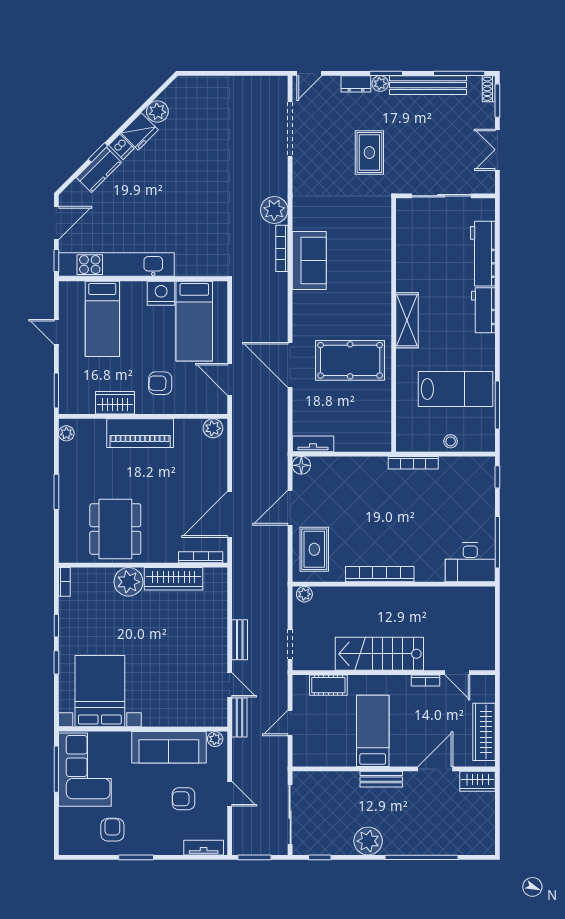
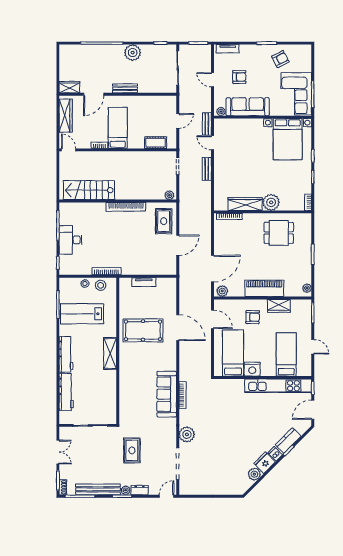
plant: (274, 210) -> (187, 434), moved
sofa: (309, 260) -> (167, 394), width x1.36
workbench: (483, 310) -> (66, 354), width x1.38
stool: (423, 438) -> (101, 285), added
tv unit: (313, 444) -> (144, 282), moved
floor lamp: (301, 465) -> (171, 270), removed
door: (230, 514) -> (213, 269), moved
dining table: (115, 529) -> (279, 233), width x0.73
desk: (470, 562) -> (70, 240), moved, turned -90
stairs: (379, 654) -> (89, 190), moved, turned 180
door: (457, 673) -> (69, 150), moved
bed: (373, 731) -> (118, 128), moved, turned 180
armchair: (112, 830) -> (280, 59), turned -117

